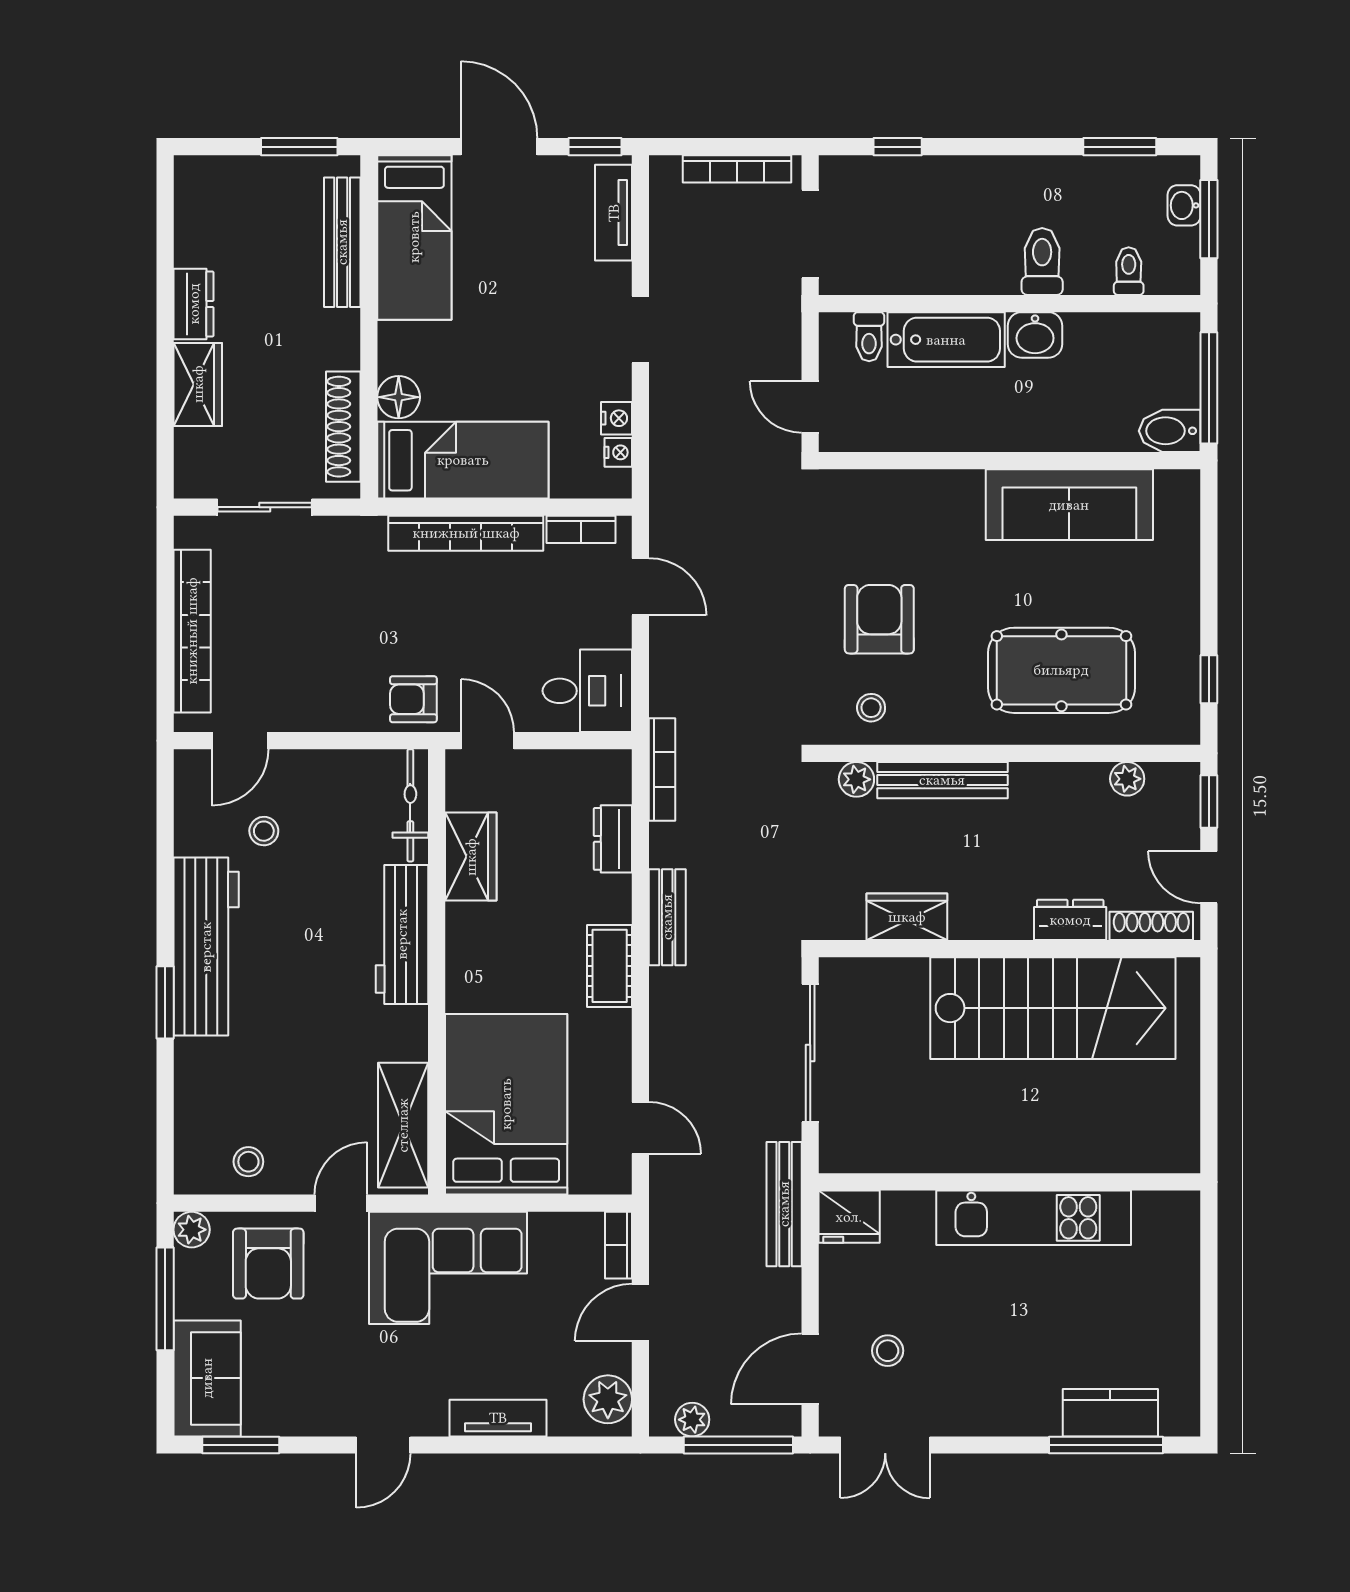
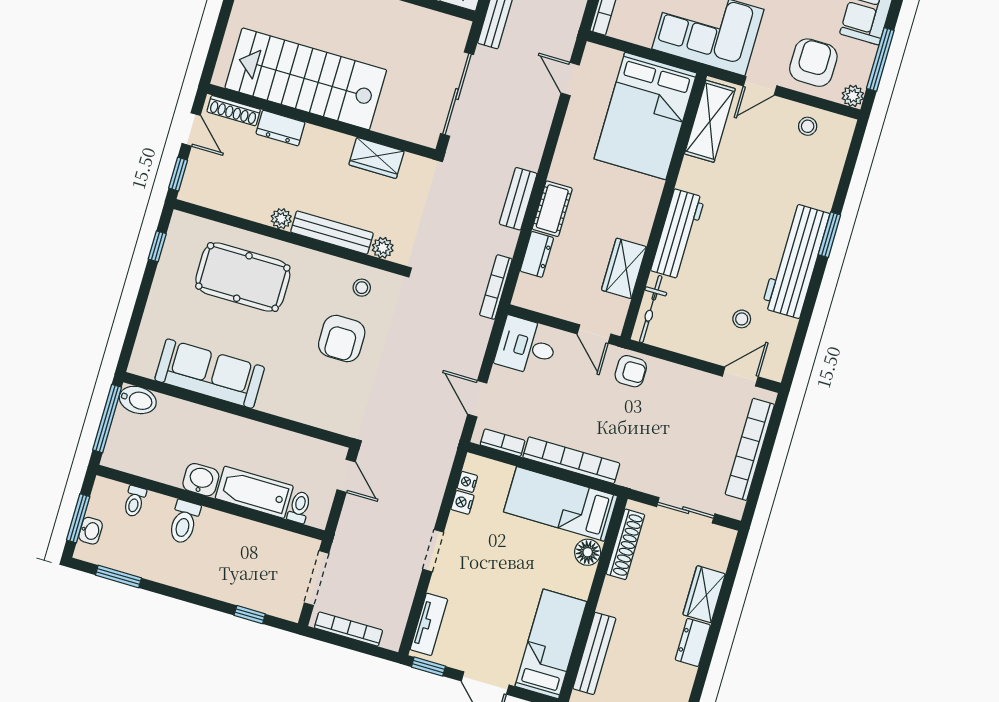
plant: (1127, 779) -> (281, 219), moved
cot: (610, 966) -> (552, 209), moved

